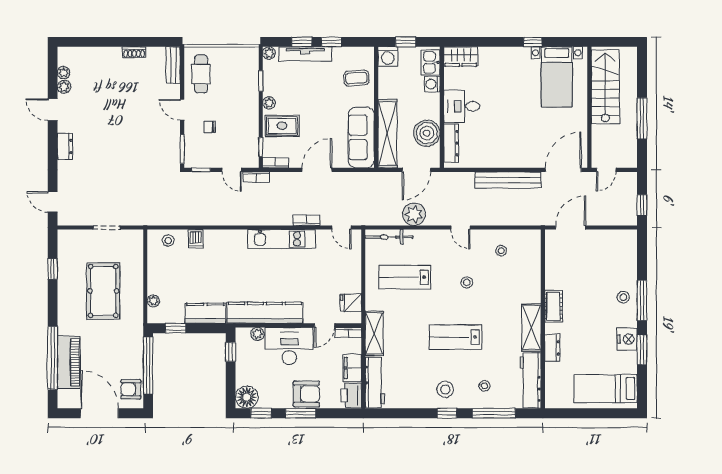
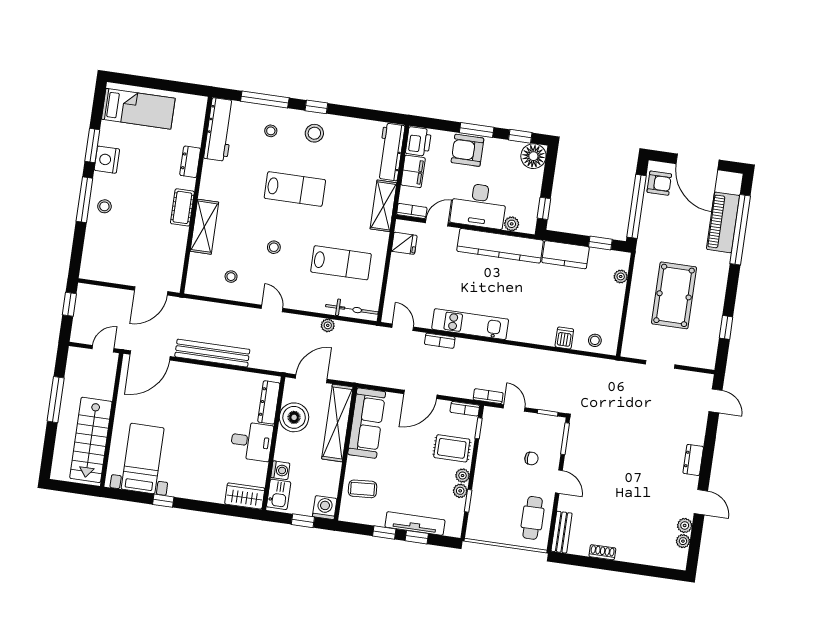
plant: (269, 53) -> (460, 491), moved
plant: (414, 214) -> (328, 325), width x0.53, depth x0.53
shelving: (531, 327) -> (204, 227), moved

